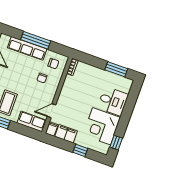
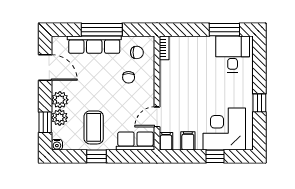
desk: (113, 101) -> (233, 54), moved, turned -90
corner desk: (102, 126) -> (224, 129), moved, turned 90
filing cabinet: (66, 134) -> (188, 141), width x0.50
window: (116, 143) -> (259, 103), moved

